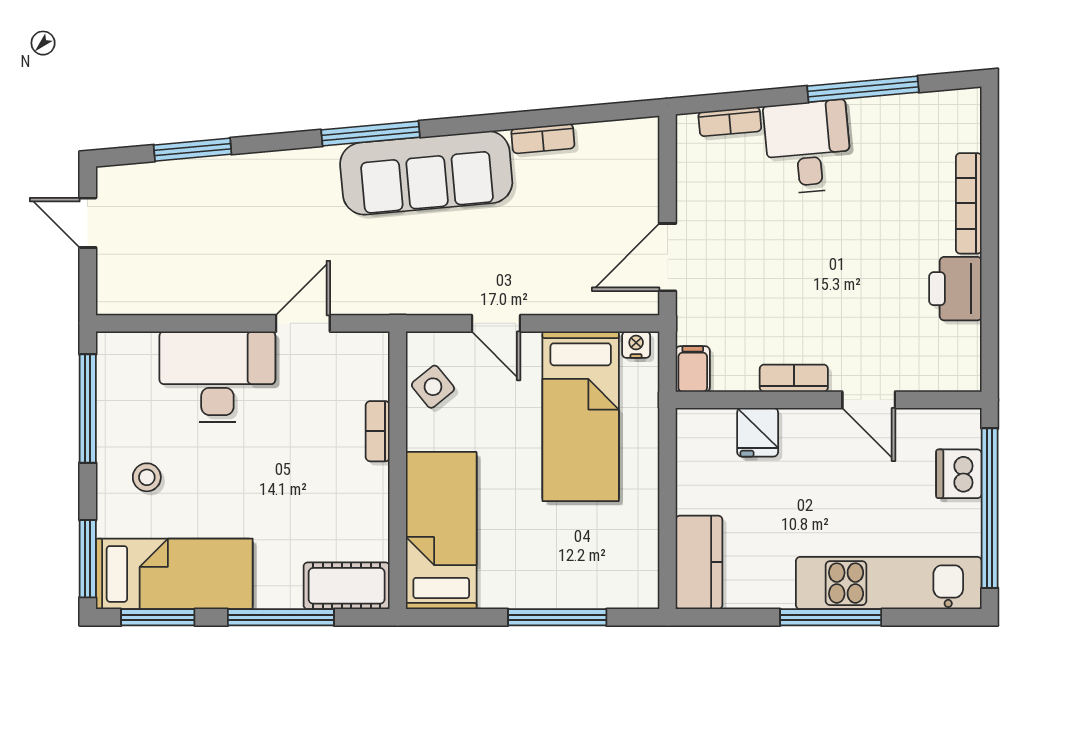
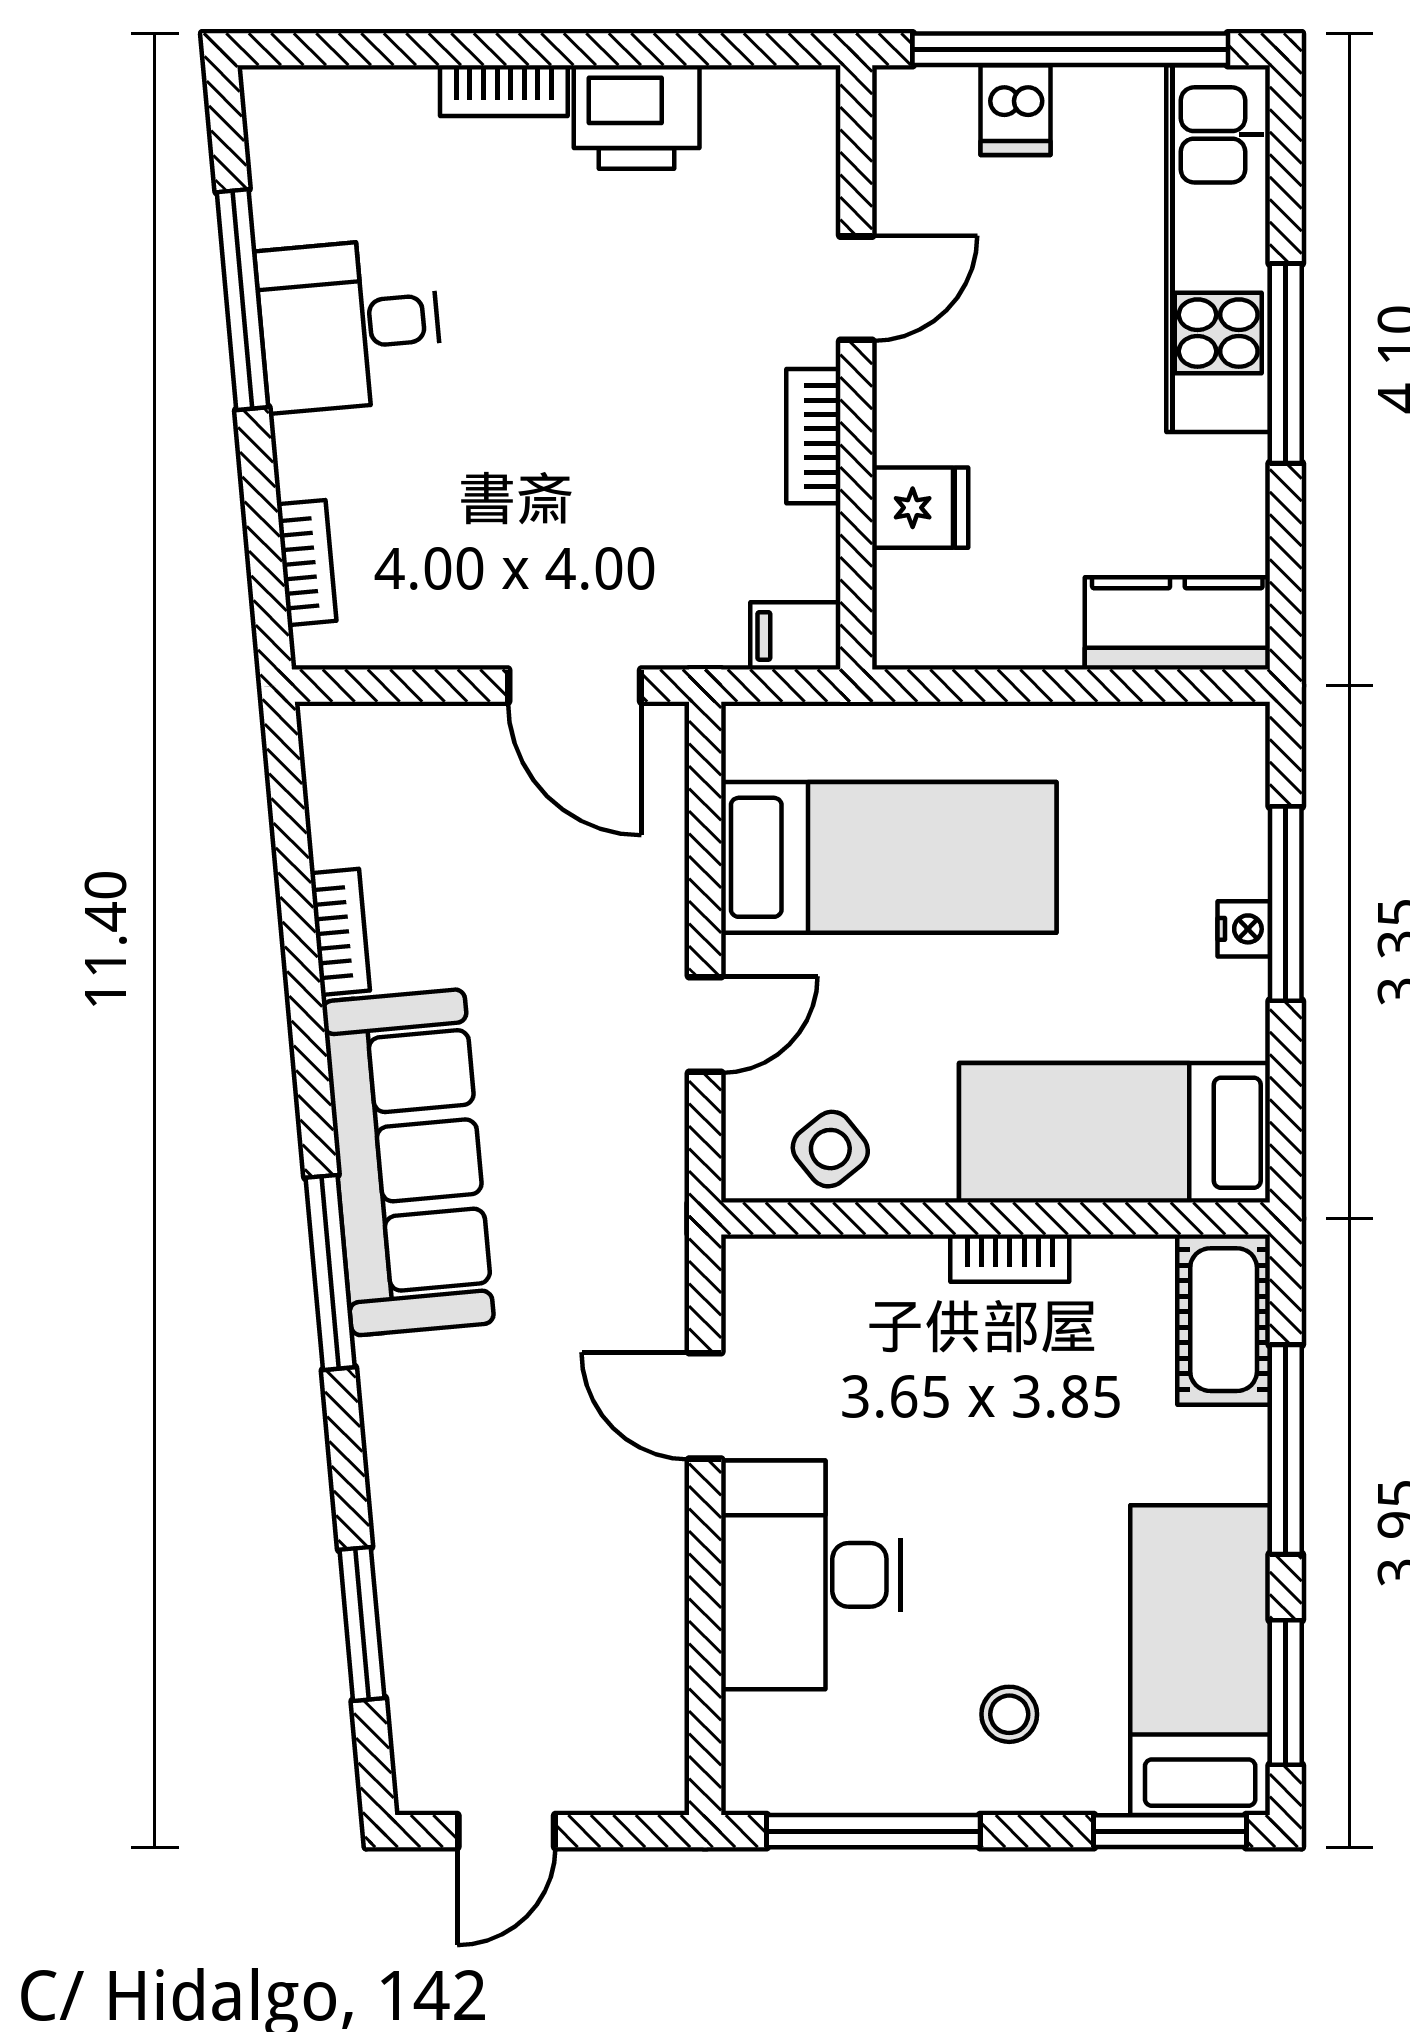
desk: (808, 147) -> (349, 325), moved
bookcase: (969, 203) -> (504, 91), width x0.64
nightstand: (636, 345) -> (1244, 929), moved, turned 180
bookcase: (378, 431) -> (1010, 1258), moved
dishwasher: (959, 474) -> (1015, 110), width x0.73

